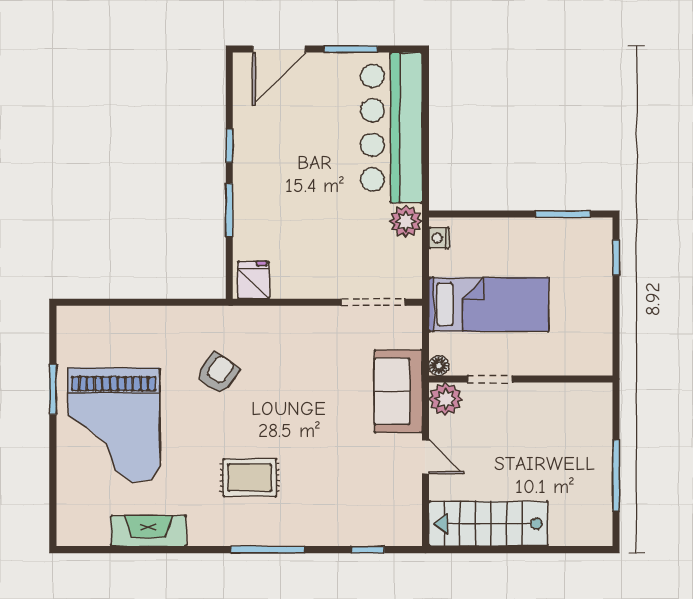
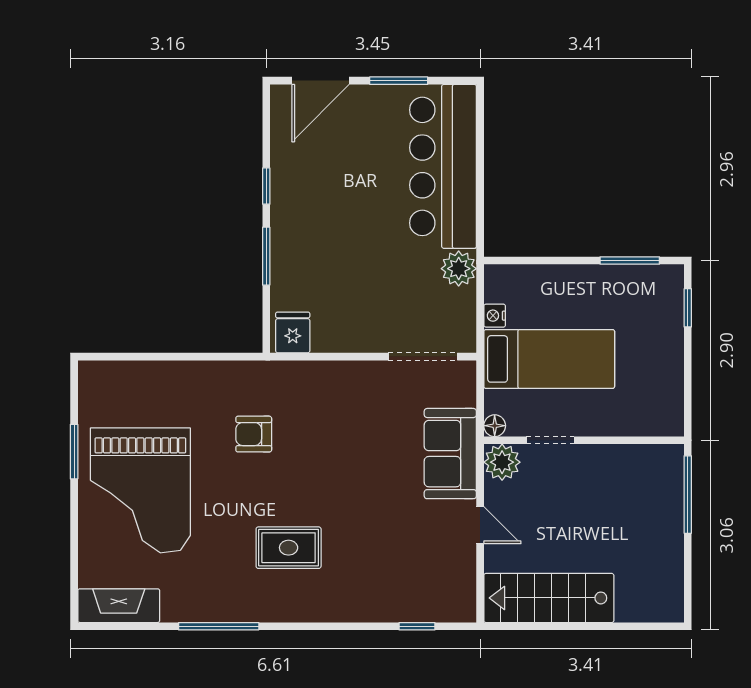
nightstand: (439, 238) -> (495, 316), moved
armchair: (218, 373) -> (254, 434), turned -124
window: (616, 476) -> (688, 495), moved
fireplace: (149, 531) -> (119, 606), moved
window: (268, 550) -> (219, 626), moved

